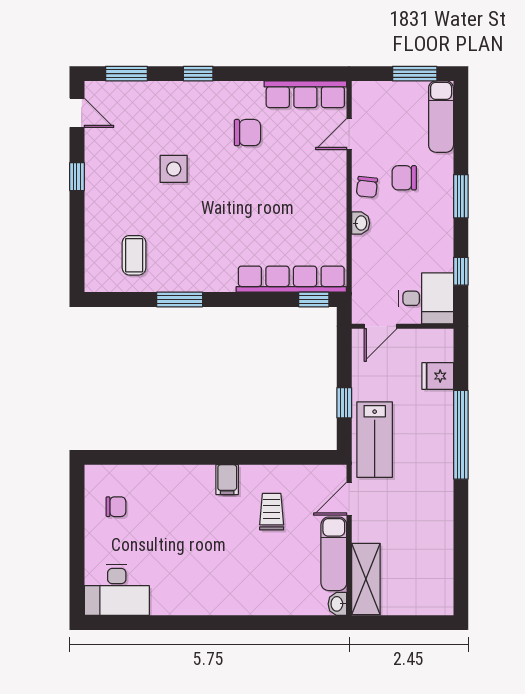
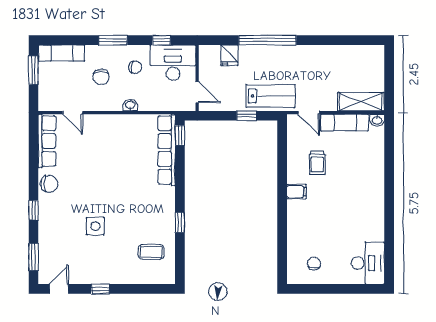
chair: (247, 133) -> (49, 184), moved, turned 90
chair: (367, 187) -> (135, 67), moved
desk: (426, 298) -> (173, 63), width x1.37
window: (180, 300) -> (180, 222), width x0.67
trolley: (272, 512) -> (317, 163), turned -90

